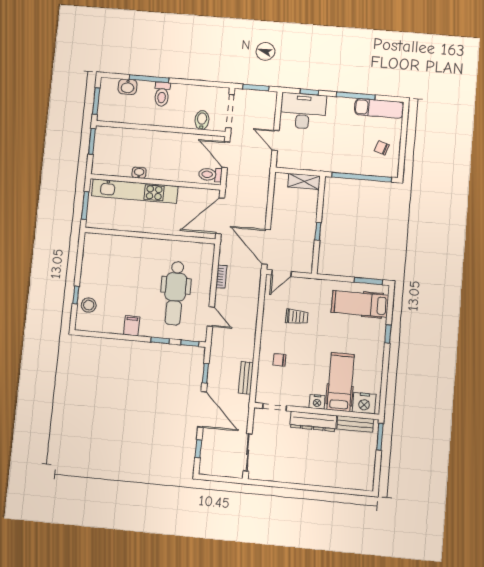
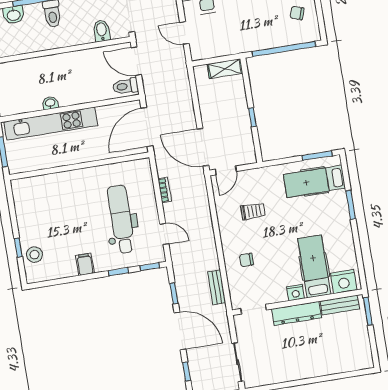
dental chair: (175, 293) -> (121, 219), turned 180
window: (388, 334) -> (351, 205), width x1.50

